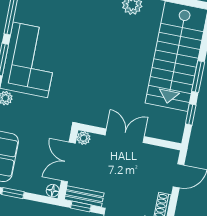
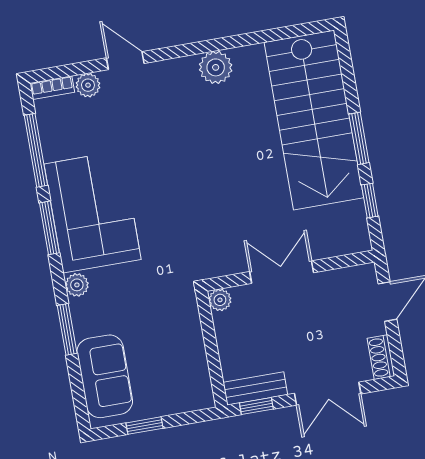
double door: (68, 162) -> (211, 346), removed
floor lamp: (53, 191) -> (204, 398), removed

